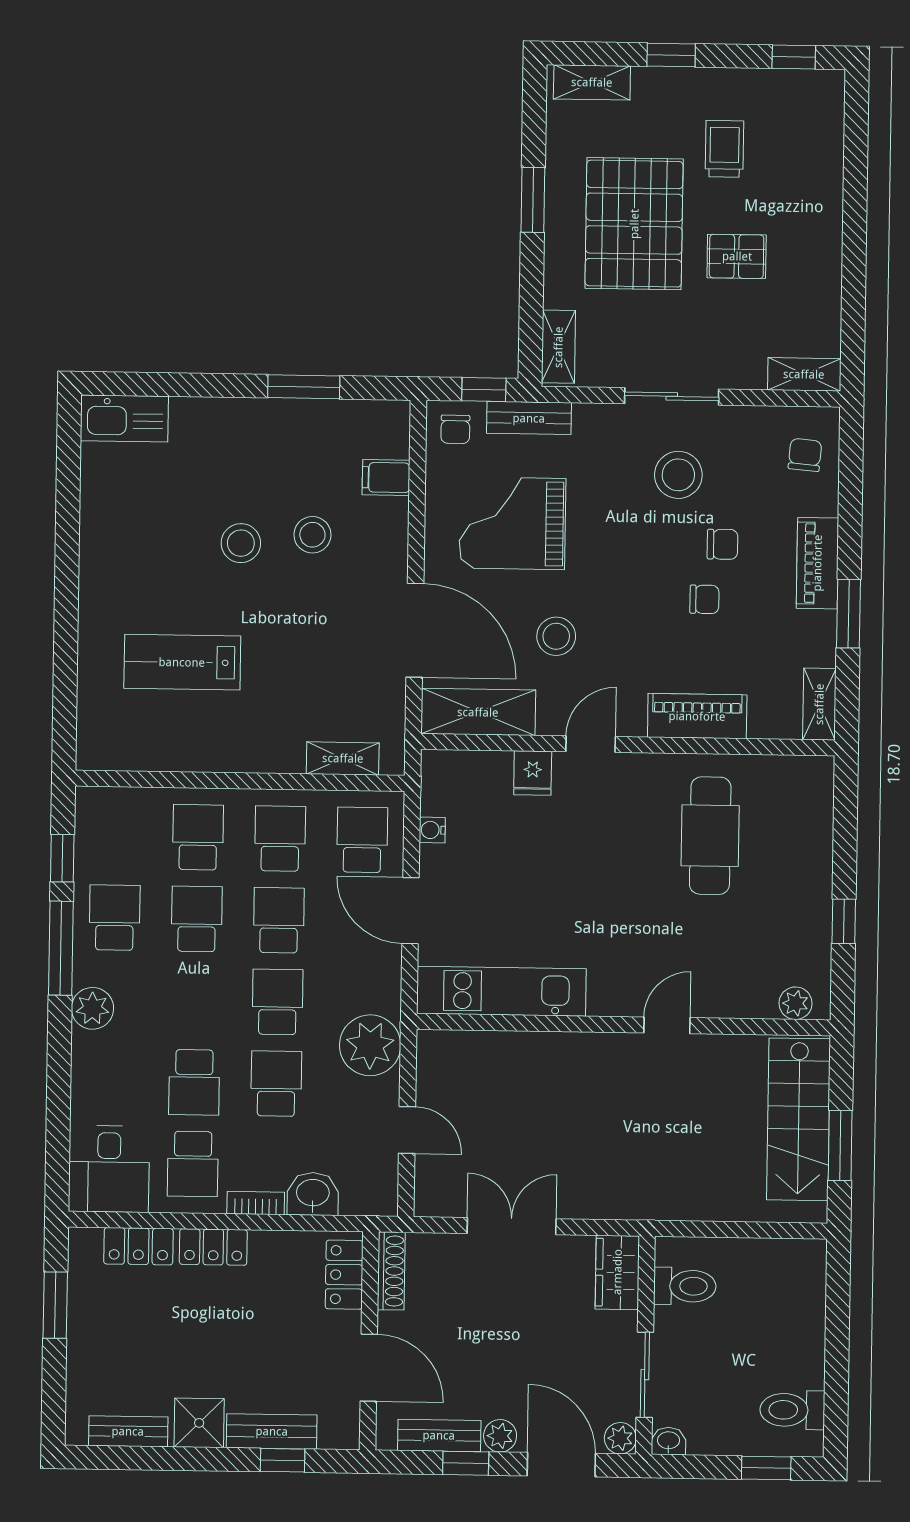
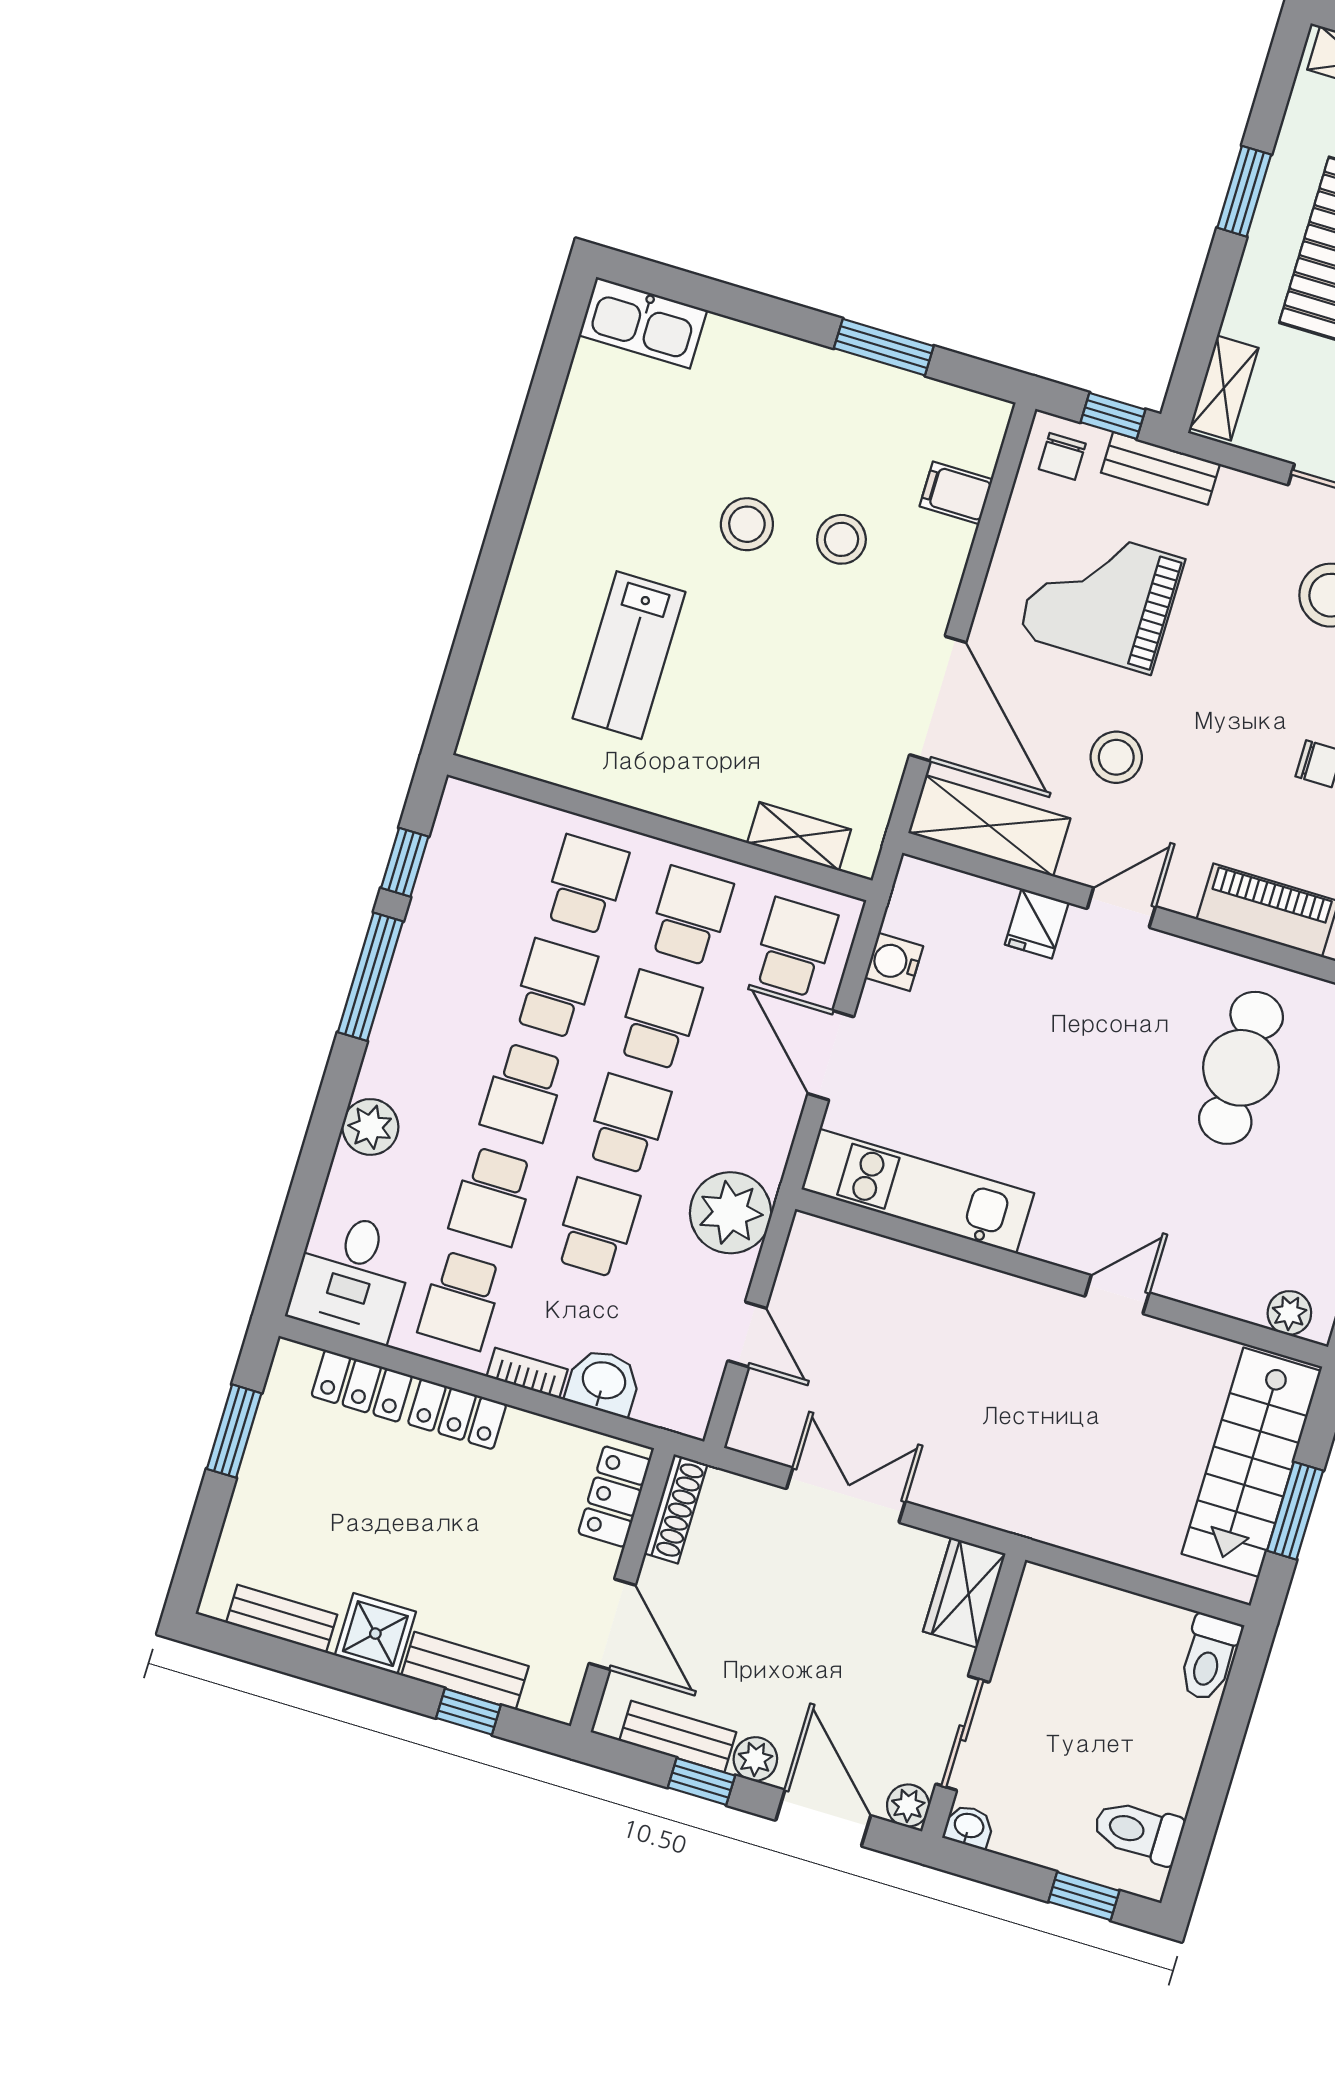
lab bench: (182, 662) -> (629, 655), turned -90
water cooler: (432, 830) -> (894, 962), width x1.38, depth x1.38
school desk: (115, 918) -> (523, 1092), moved, turned 180
plant: (92, 1008) -> (370, 1127), moved
toilet: (685, 1286) -> (1209, 1658), moved, turned 90

